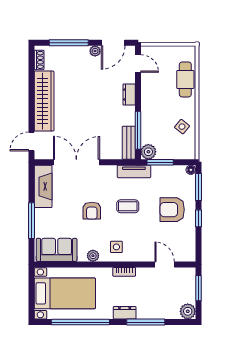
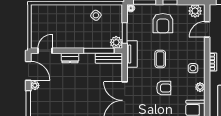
cafe table: (185, 79) -> (58, 13), removed
plant: (187, 250) -> (195, 11), added

